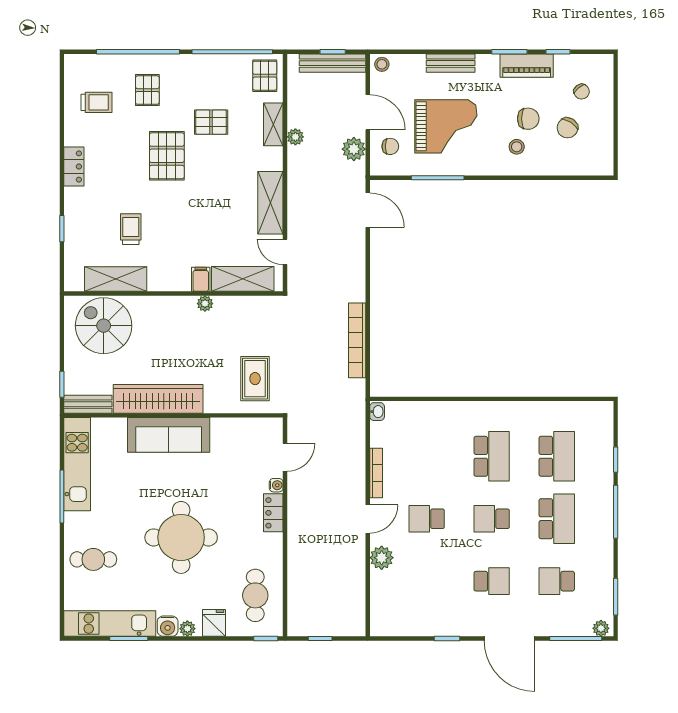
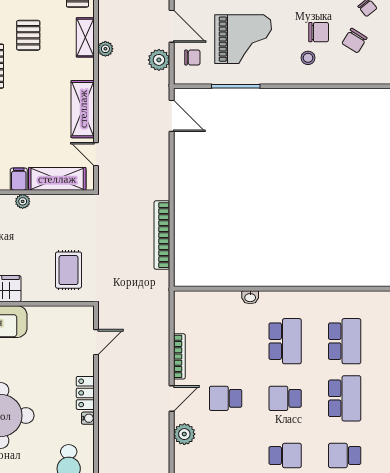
pallet: (211, 122) -> (28, 35), turned 90
washbasin: (377, 412) -> (250, 297), moved, turned 90
water cooler: (276, 485) -> (88, 418), moved

